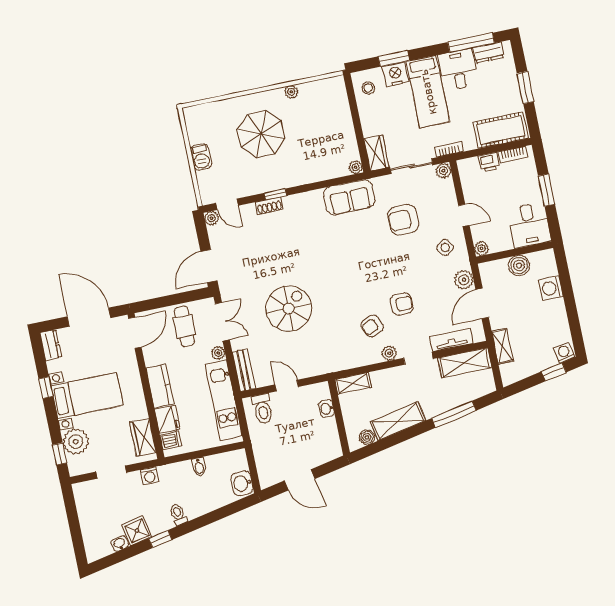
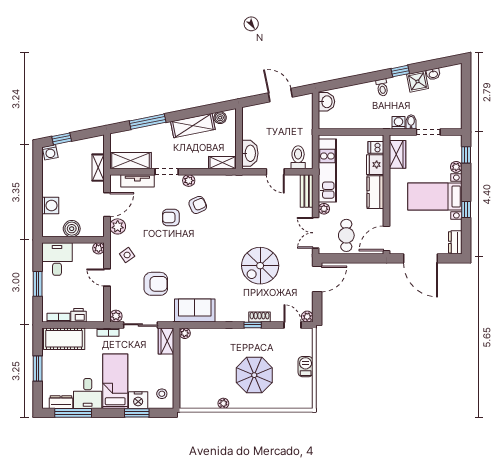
spiral stairs: (289, 309) -> (260, 266), moved
washbasin: (327, 409) -> (250, 153), width x1.91, depth x1.45
plant: (76, 442) -> (456, 167), width x0.53, depth x0.53
bidet: (199, 467) -> (411, 122), moved

